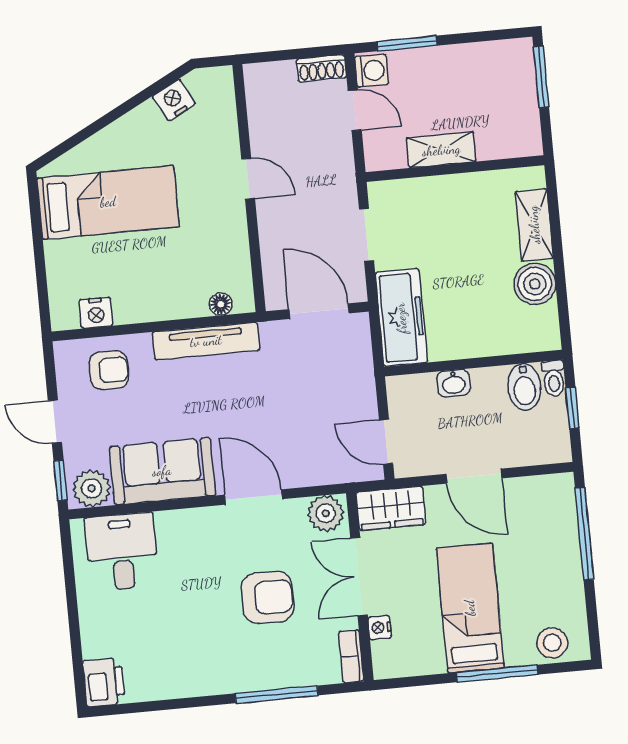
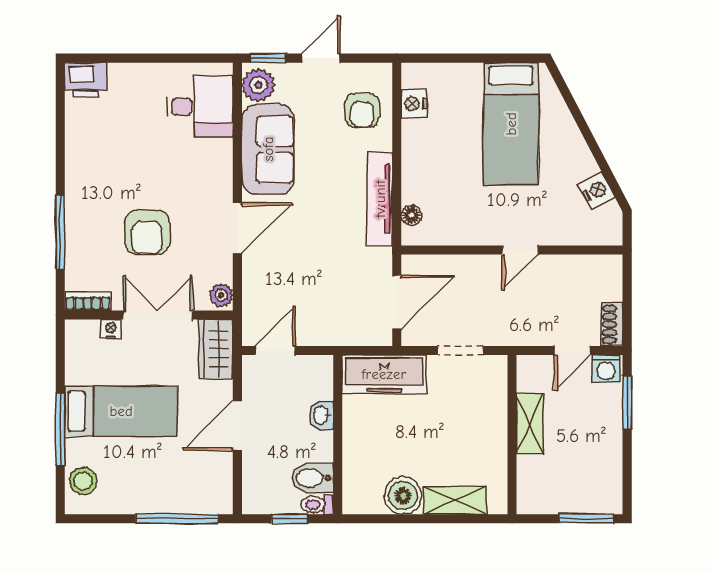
plant: (326, 513) -> (221, 295), width x0.73, depth x0.73

